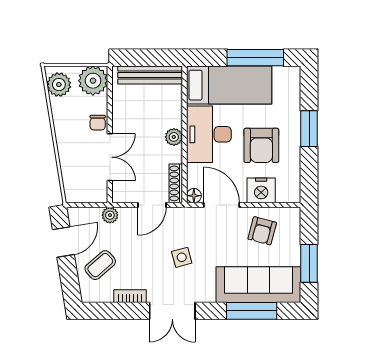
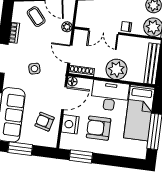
window: (309, 129) -> (81, 156), moved
plant: (174, 137) -> (116, 69), width x1.87, depth x1.87

